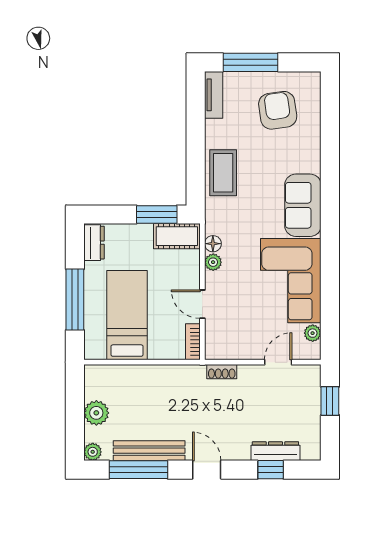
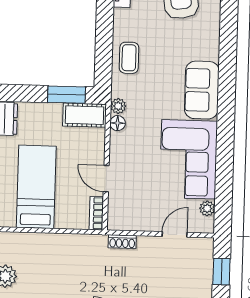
coffee table: (223, 173) -> (129, 58), width x0.73, depth x0.77
plant: (213, 262) -> (118, 106), moved

